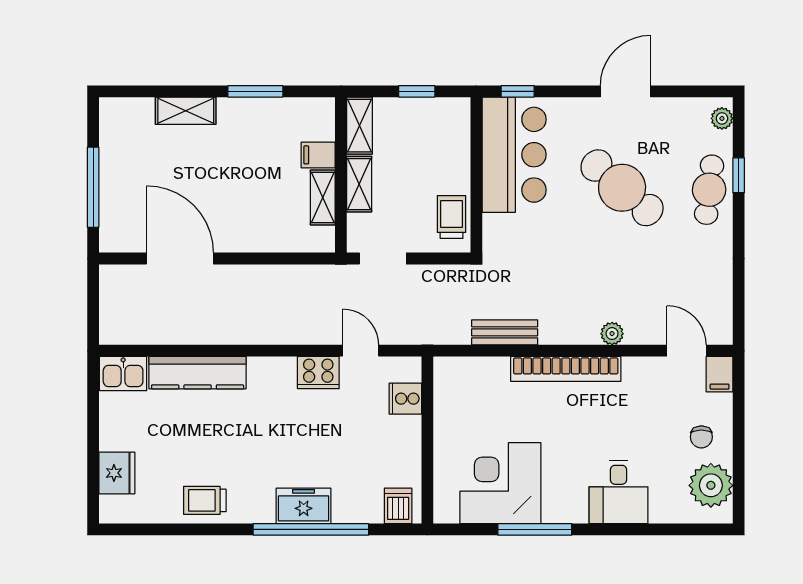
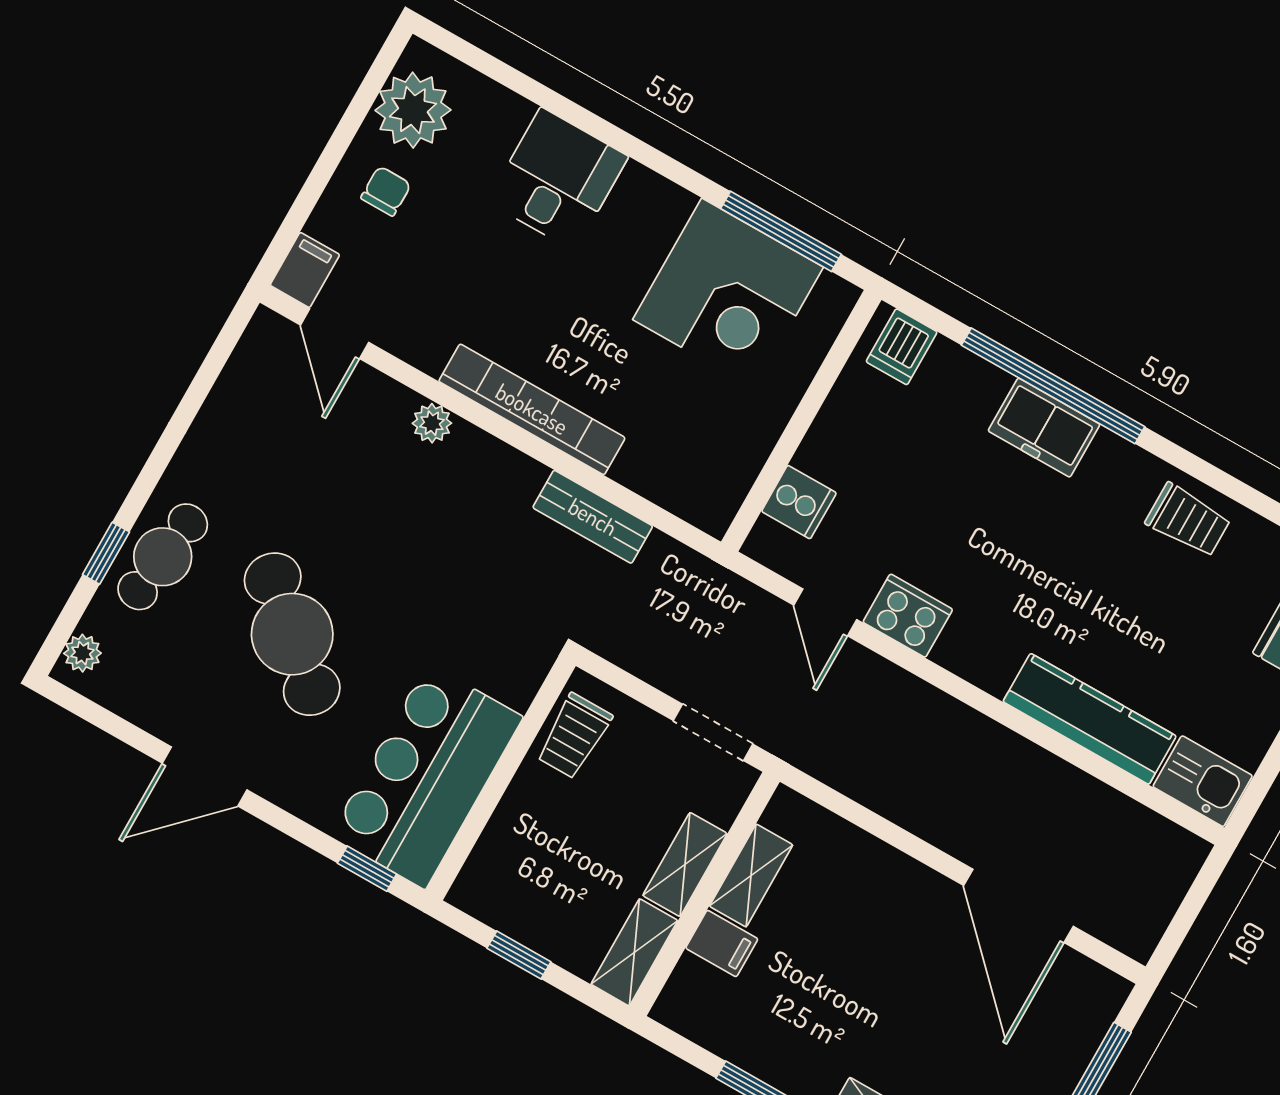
window: (535, 529) -> (781, 231), moved

